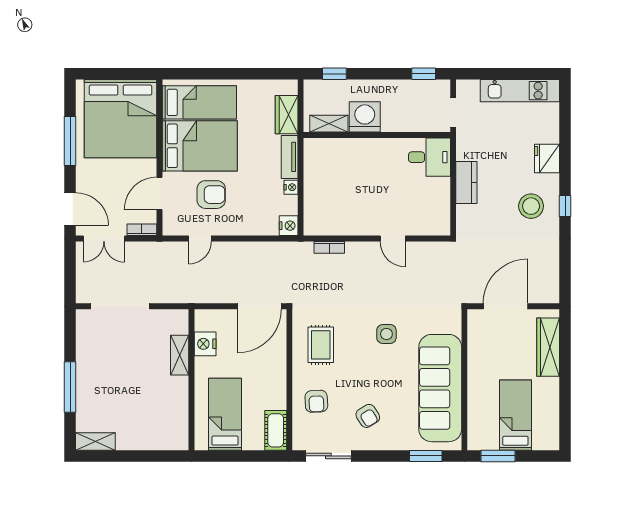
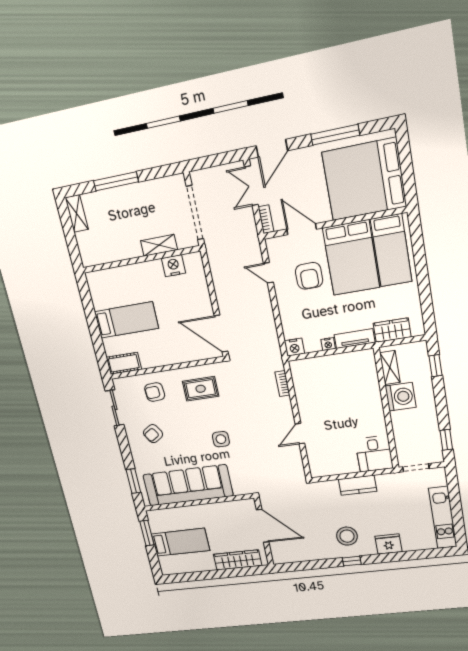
nightstand: (205, 344) -> (173, 266), moved
shelving: (180, 355) -> (159, 245), moved
wall: (191, 380) -> (141, 259), moved

